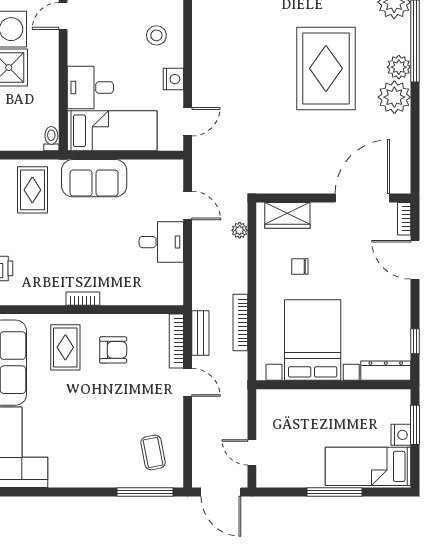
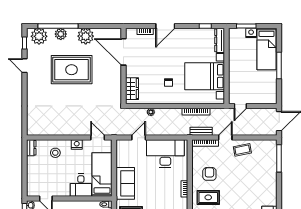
plant: (399, 67) -> (61, 34), moved
wall: (333, 198) -> (123, 66), moved
door: (362, 198) -> (123, 52), moved
wardrobe: (287, 215) -> (132, 89), moved
desk: (161, 242) -> (165, 154), width x1.87, depth x1.30
coffee table: (153, 452) -> (242, 150), moved
door: (252, 452) -> (240, 106), moved

